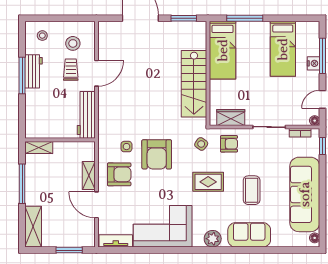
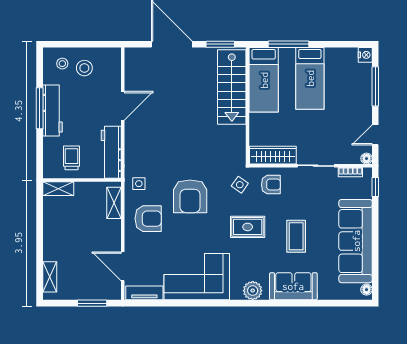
stool: (73, 43) -> (84, 68), moved
bed: (283, 49) -> (310, 78), moved
nightstand: (313, 63) -> (365, 55), moved
trolley: (71, 70) -> (71, 158), moved
workbench: (34, 71) -> (53, 111), width x1.38
stairs: (194, 84) -> (232, 87), moved
wardrobe: (231, 117) -> (273, 155), width x1.50
side table: (126, 147) -> (139, 184), moved
shelving: (89, 175) -> (114, 203), moved
window: (22, 184) -> (40, 229), removed
door: (96, 205) -> (123, 266), moved
shelving: (33, 227) -> (50, 277), width x0.67, depth x0.75

